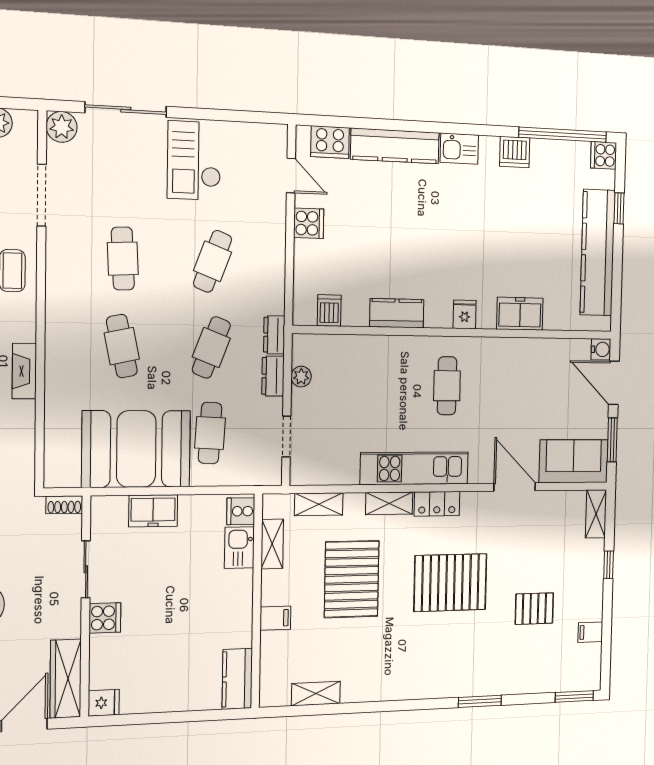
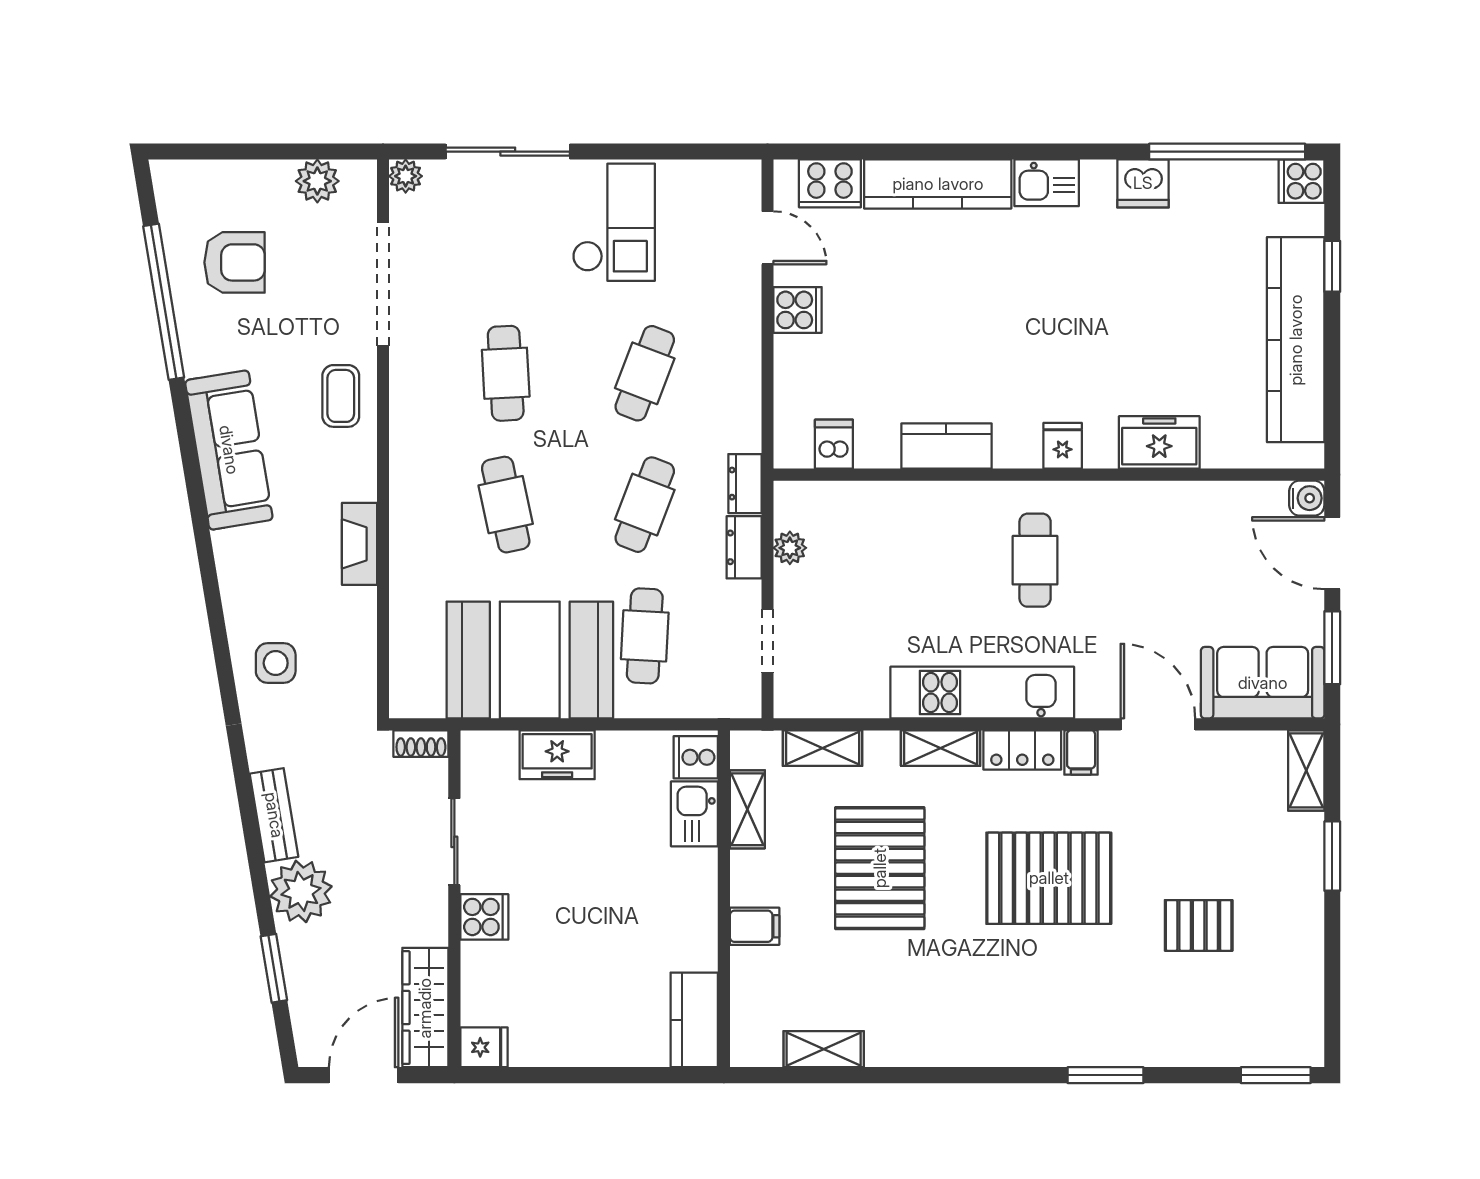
plant: (62, 127) -> (406, 176), width x0.73, depth x0.73
checkout: (194, 161) -> (614, 222), turned 180
doorway: (42, 195) -> (383, 284), width x1.36
window: (609, 565) -> (1332, 856), width x1.50
filing cabinet: (590, 632) -> (1081, 752), moved, turned -90

